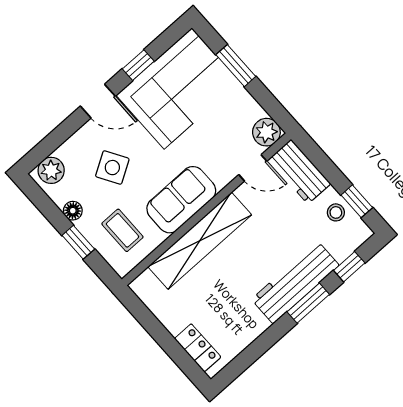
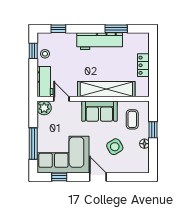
window: (138, 65) -> (59, 177), moved
window: (236, 66) -> (33, 144), width x1.44
plant: (51, 170) -> (139, 166), removed
workbench: (295, 282) -> (100, 41), moved
window: (308, 303) -> (116, 29), moved
locker: (198, 348) -> (143, 65), moved

